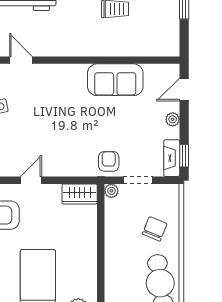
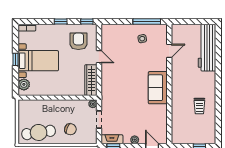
sofa: (115, 80) -> (158, 88), moved
armchair: (109, 161) -> (110, 102), removed
wardrobe: (80, 194) -> (91, 80), width x1.50

